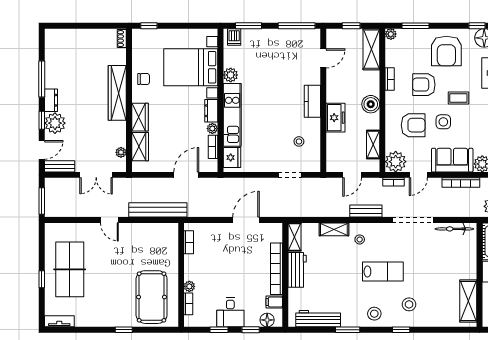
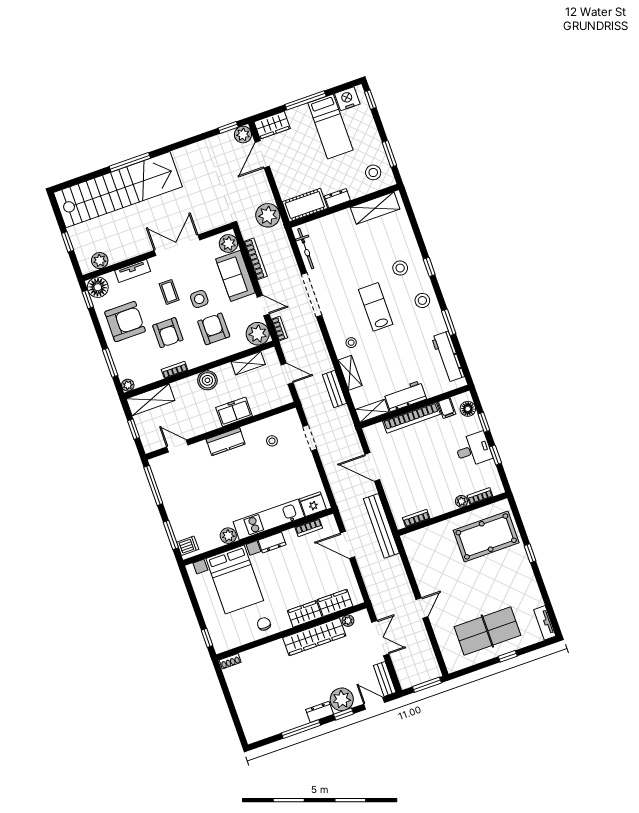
wardrobe: (117, 93) -> (314, 637), moved
plant: (212, 129) -> (290, 535), removed
bench: (158, 210) -> (381, 526), moved
bench: (366, 211) -> (334, 389), moved

